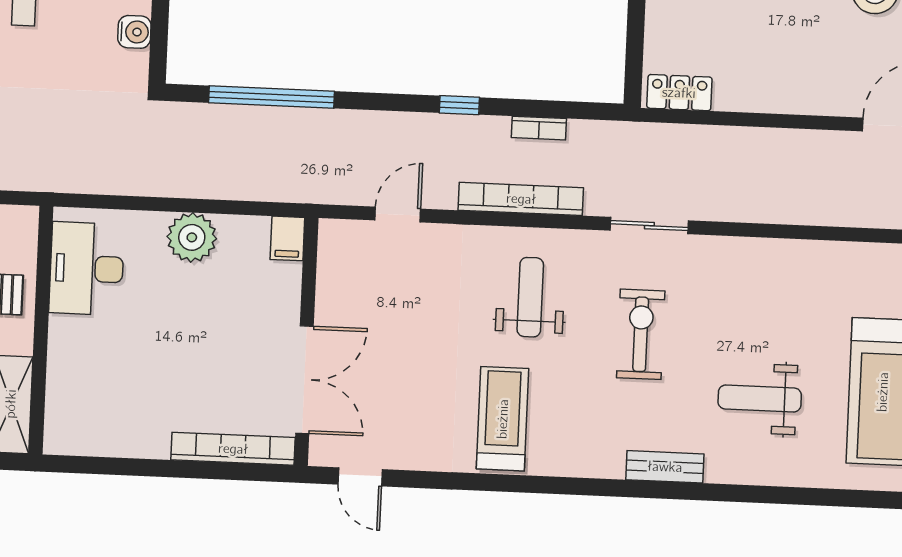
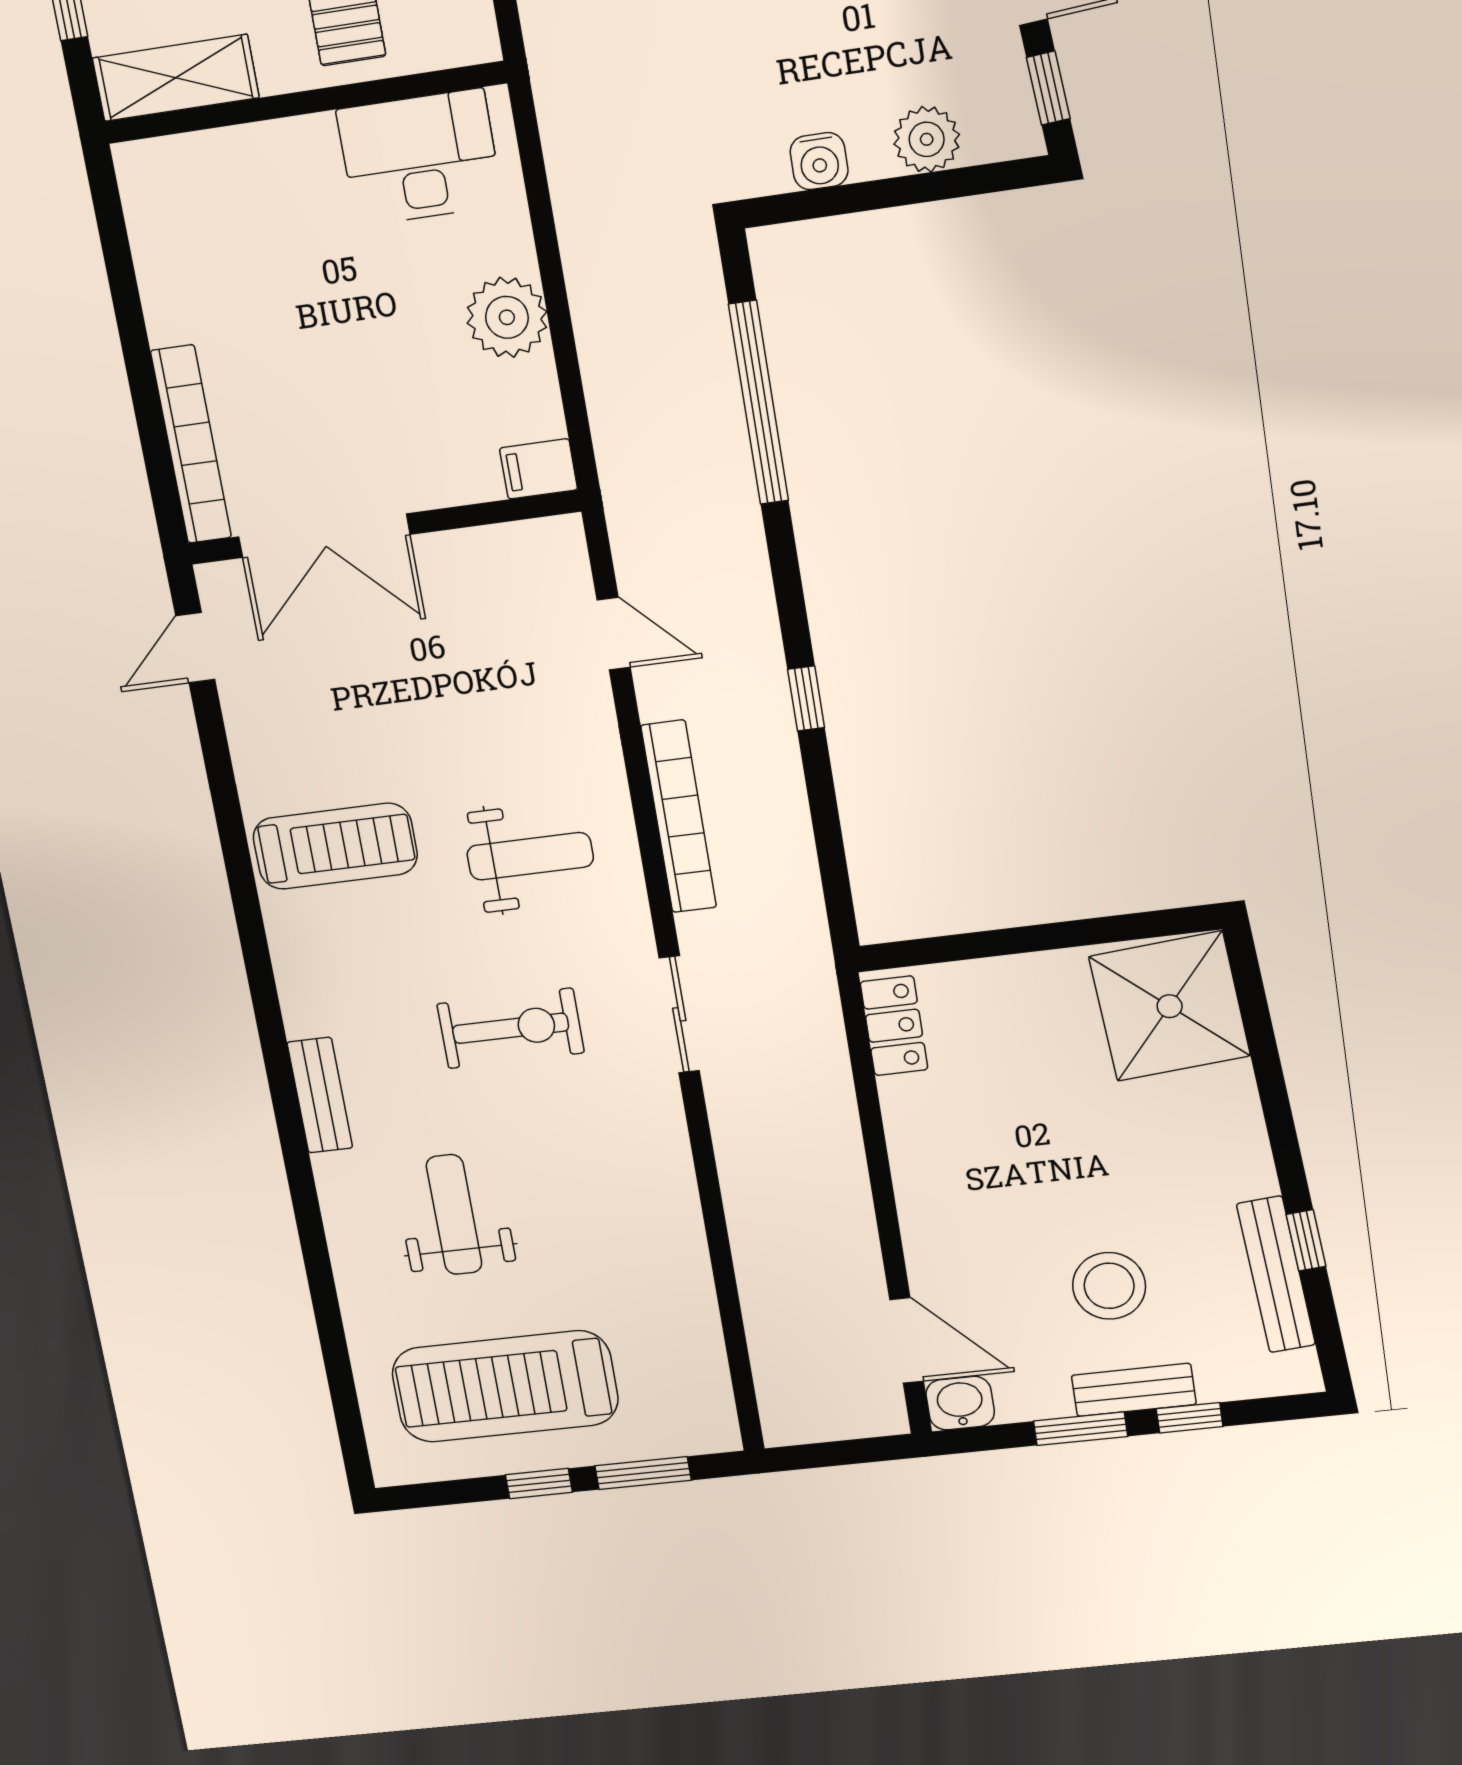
bookcase: (539, 128) -> (795, 825), removed

